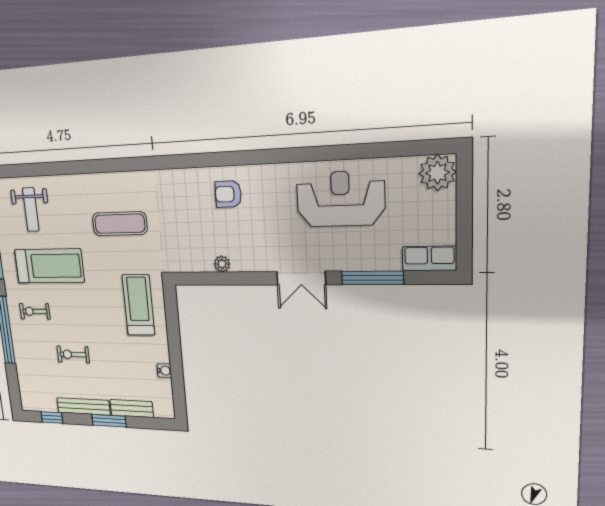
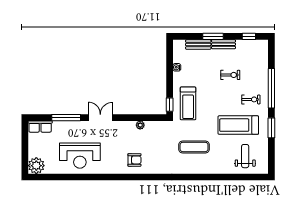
window: (171, 303) -> (170, 105), added
bench: (83, 406) -> (224, 44), width x0.73

